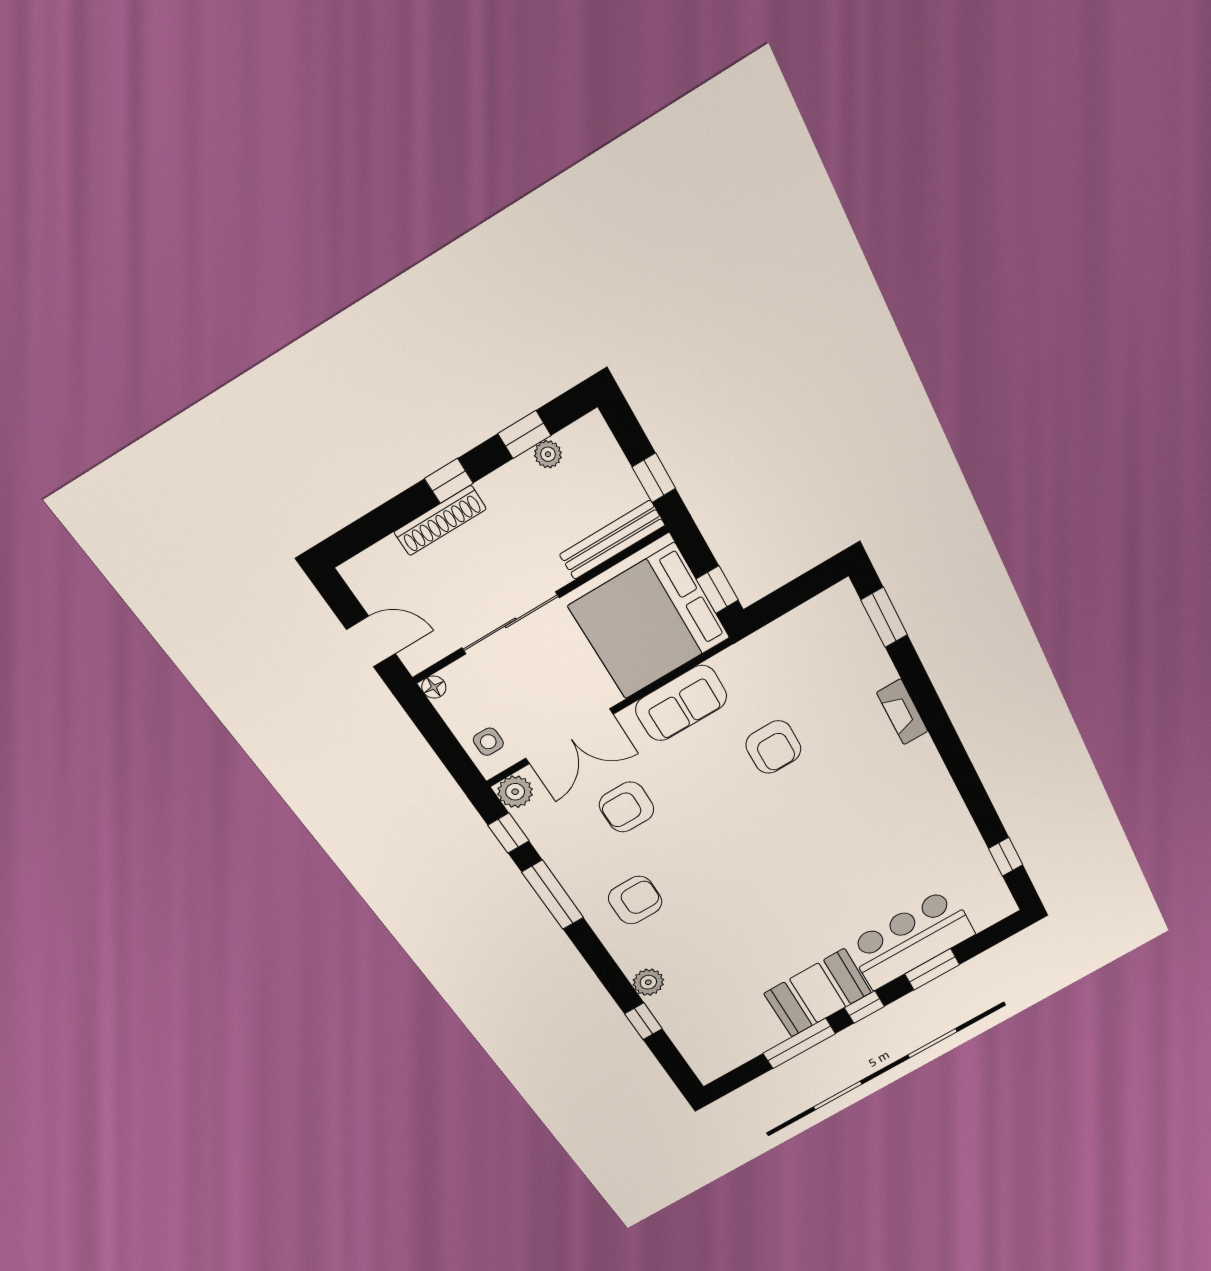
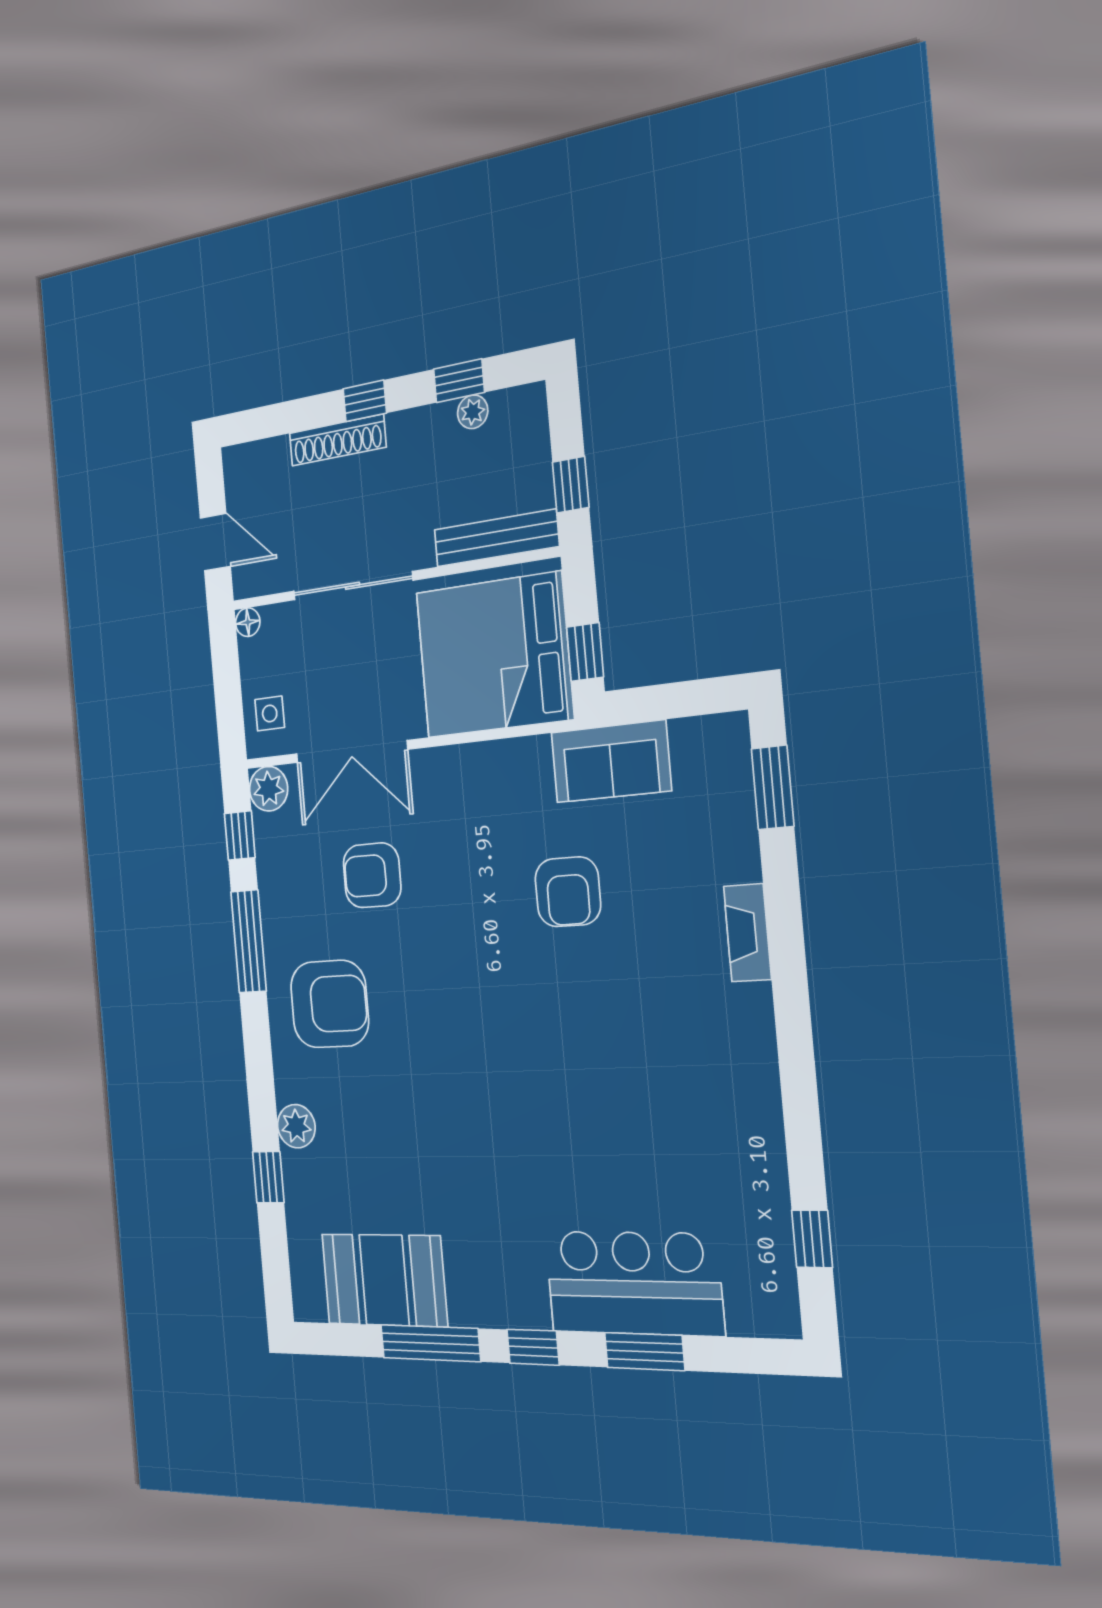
sofa: (681, 703) -> (611, 761), moved
armchair: (635, 900) -> (329, 1004), width x1.36, depth x1.36
booth: (818, 993) -> (384, 1280), moved

